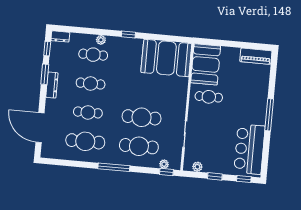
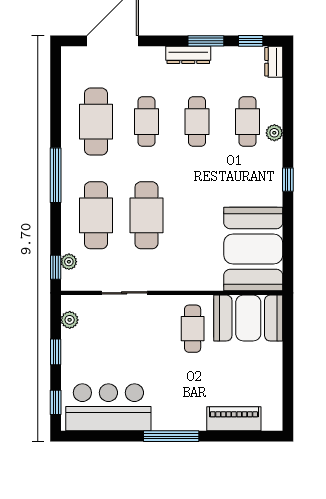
piano: (256, 56) -> (234, 419), moved, turned 90

